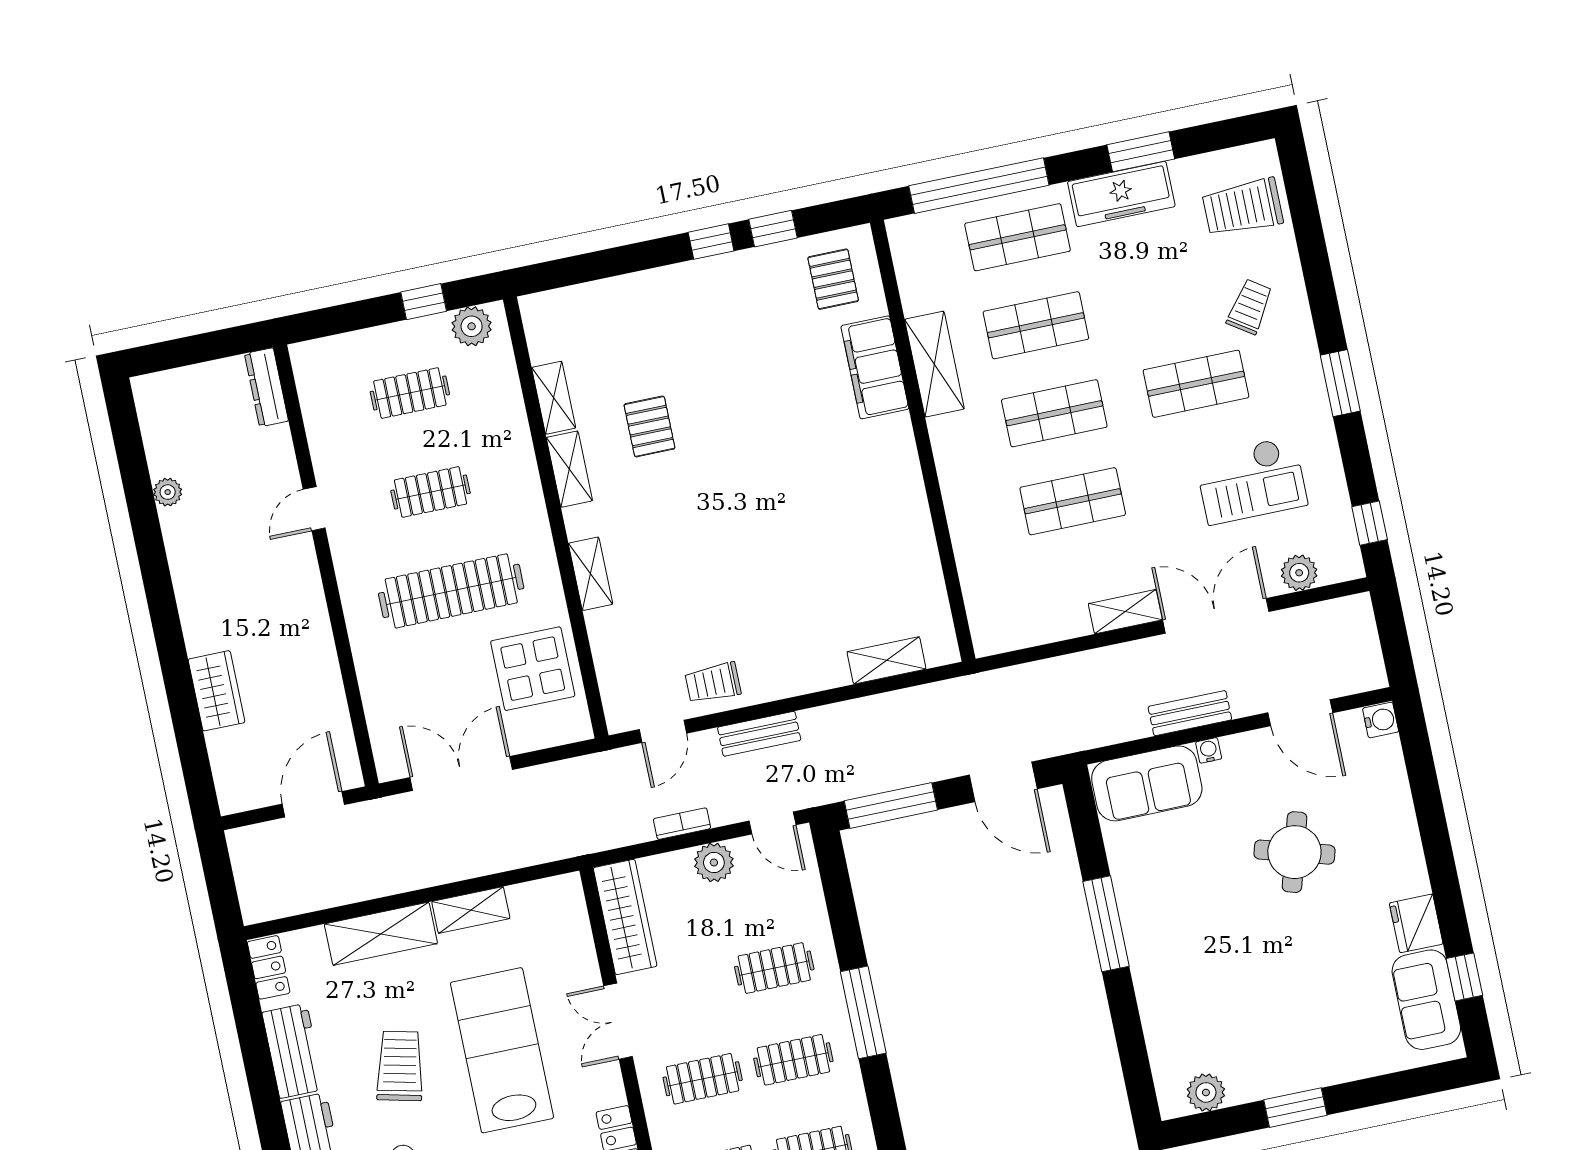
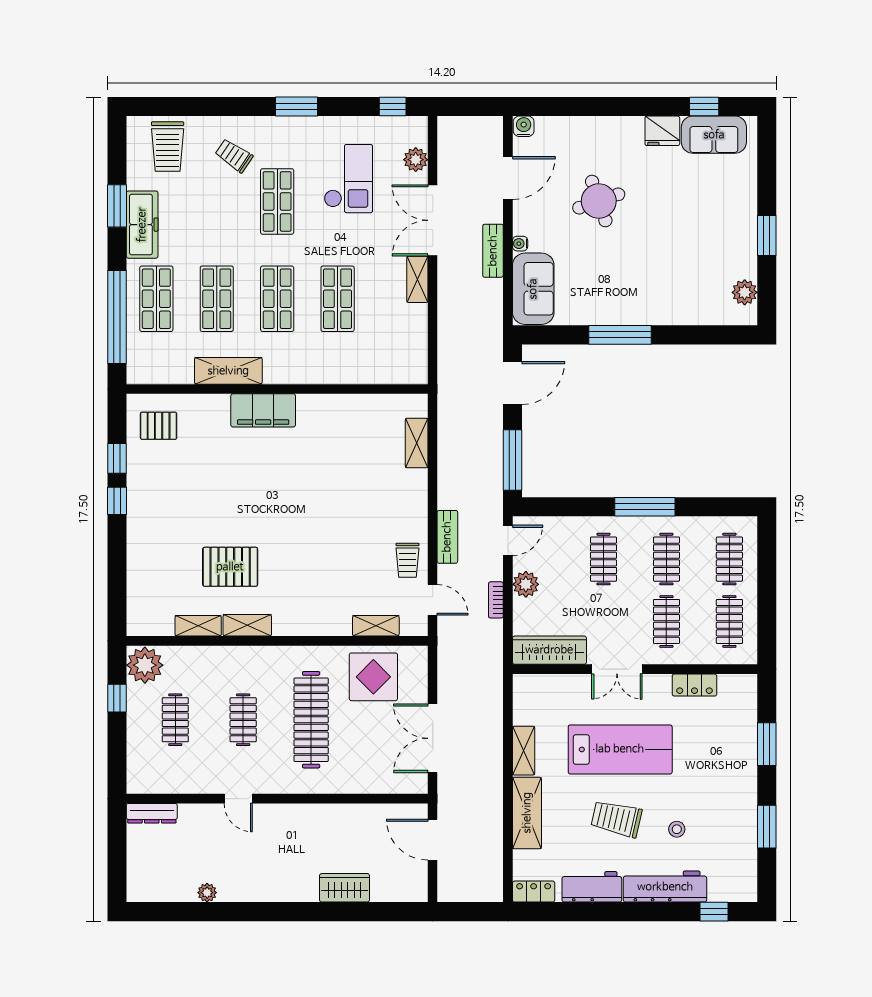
plant: (472, 326) -> (145, 665), width x1.36, depth x1.36
filing cabinet: (875, 367) -> (263, 410), moved
pallet: (649, 426) -> (230, 567), width x1.50, depth x1.42
shelving: (591, 574) -> (376, 626), moved
round table: (1294, 852) -> (599, 201), turned -35
lab bench: (502, 1050) -> (620, 749), turned 180

